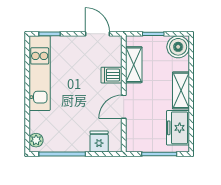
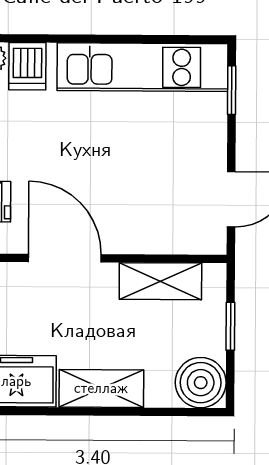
dishwasher: (112, 75) -> (27, 66), moved, turned 180
door: (124, 107) -> (65, 258), width x1.38

